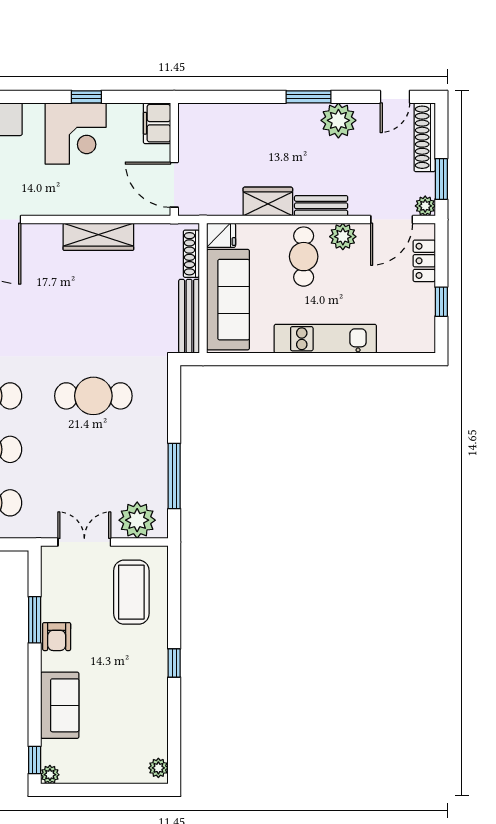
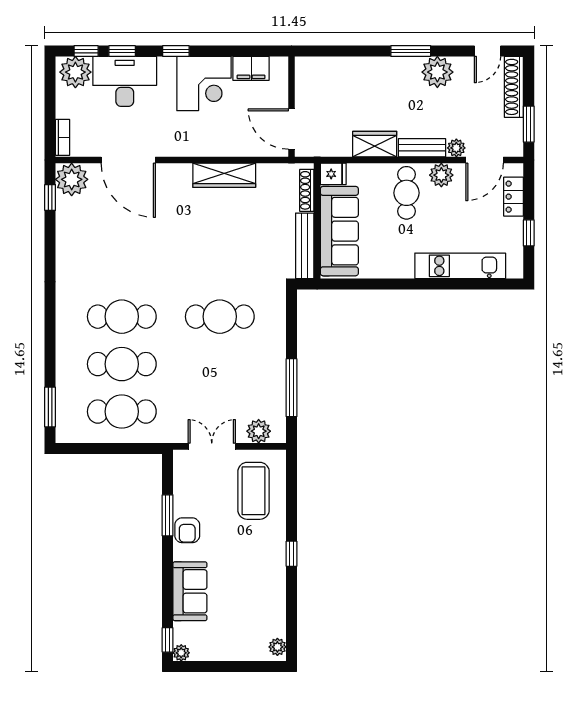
window: (86, 97) -> (176, 51), moved
filing cabinet: (157, 123) -> (251, 68), moved, turned -90
plant: (425, 206) -> (456, 148), moved
kitchen unit: (325, 339) -> (460, 266), moved
plant: (137, 520) -> (259, 431), width x0.73, depth x0.73

